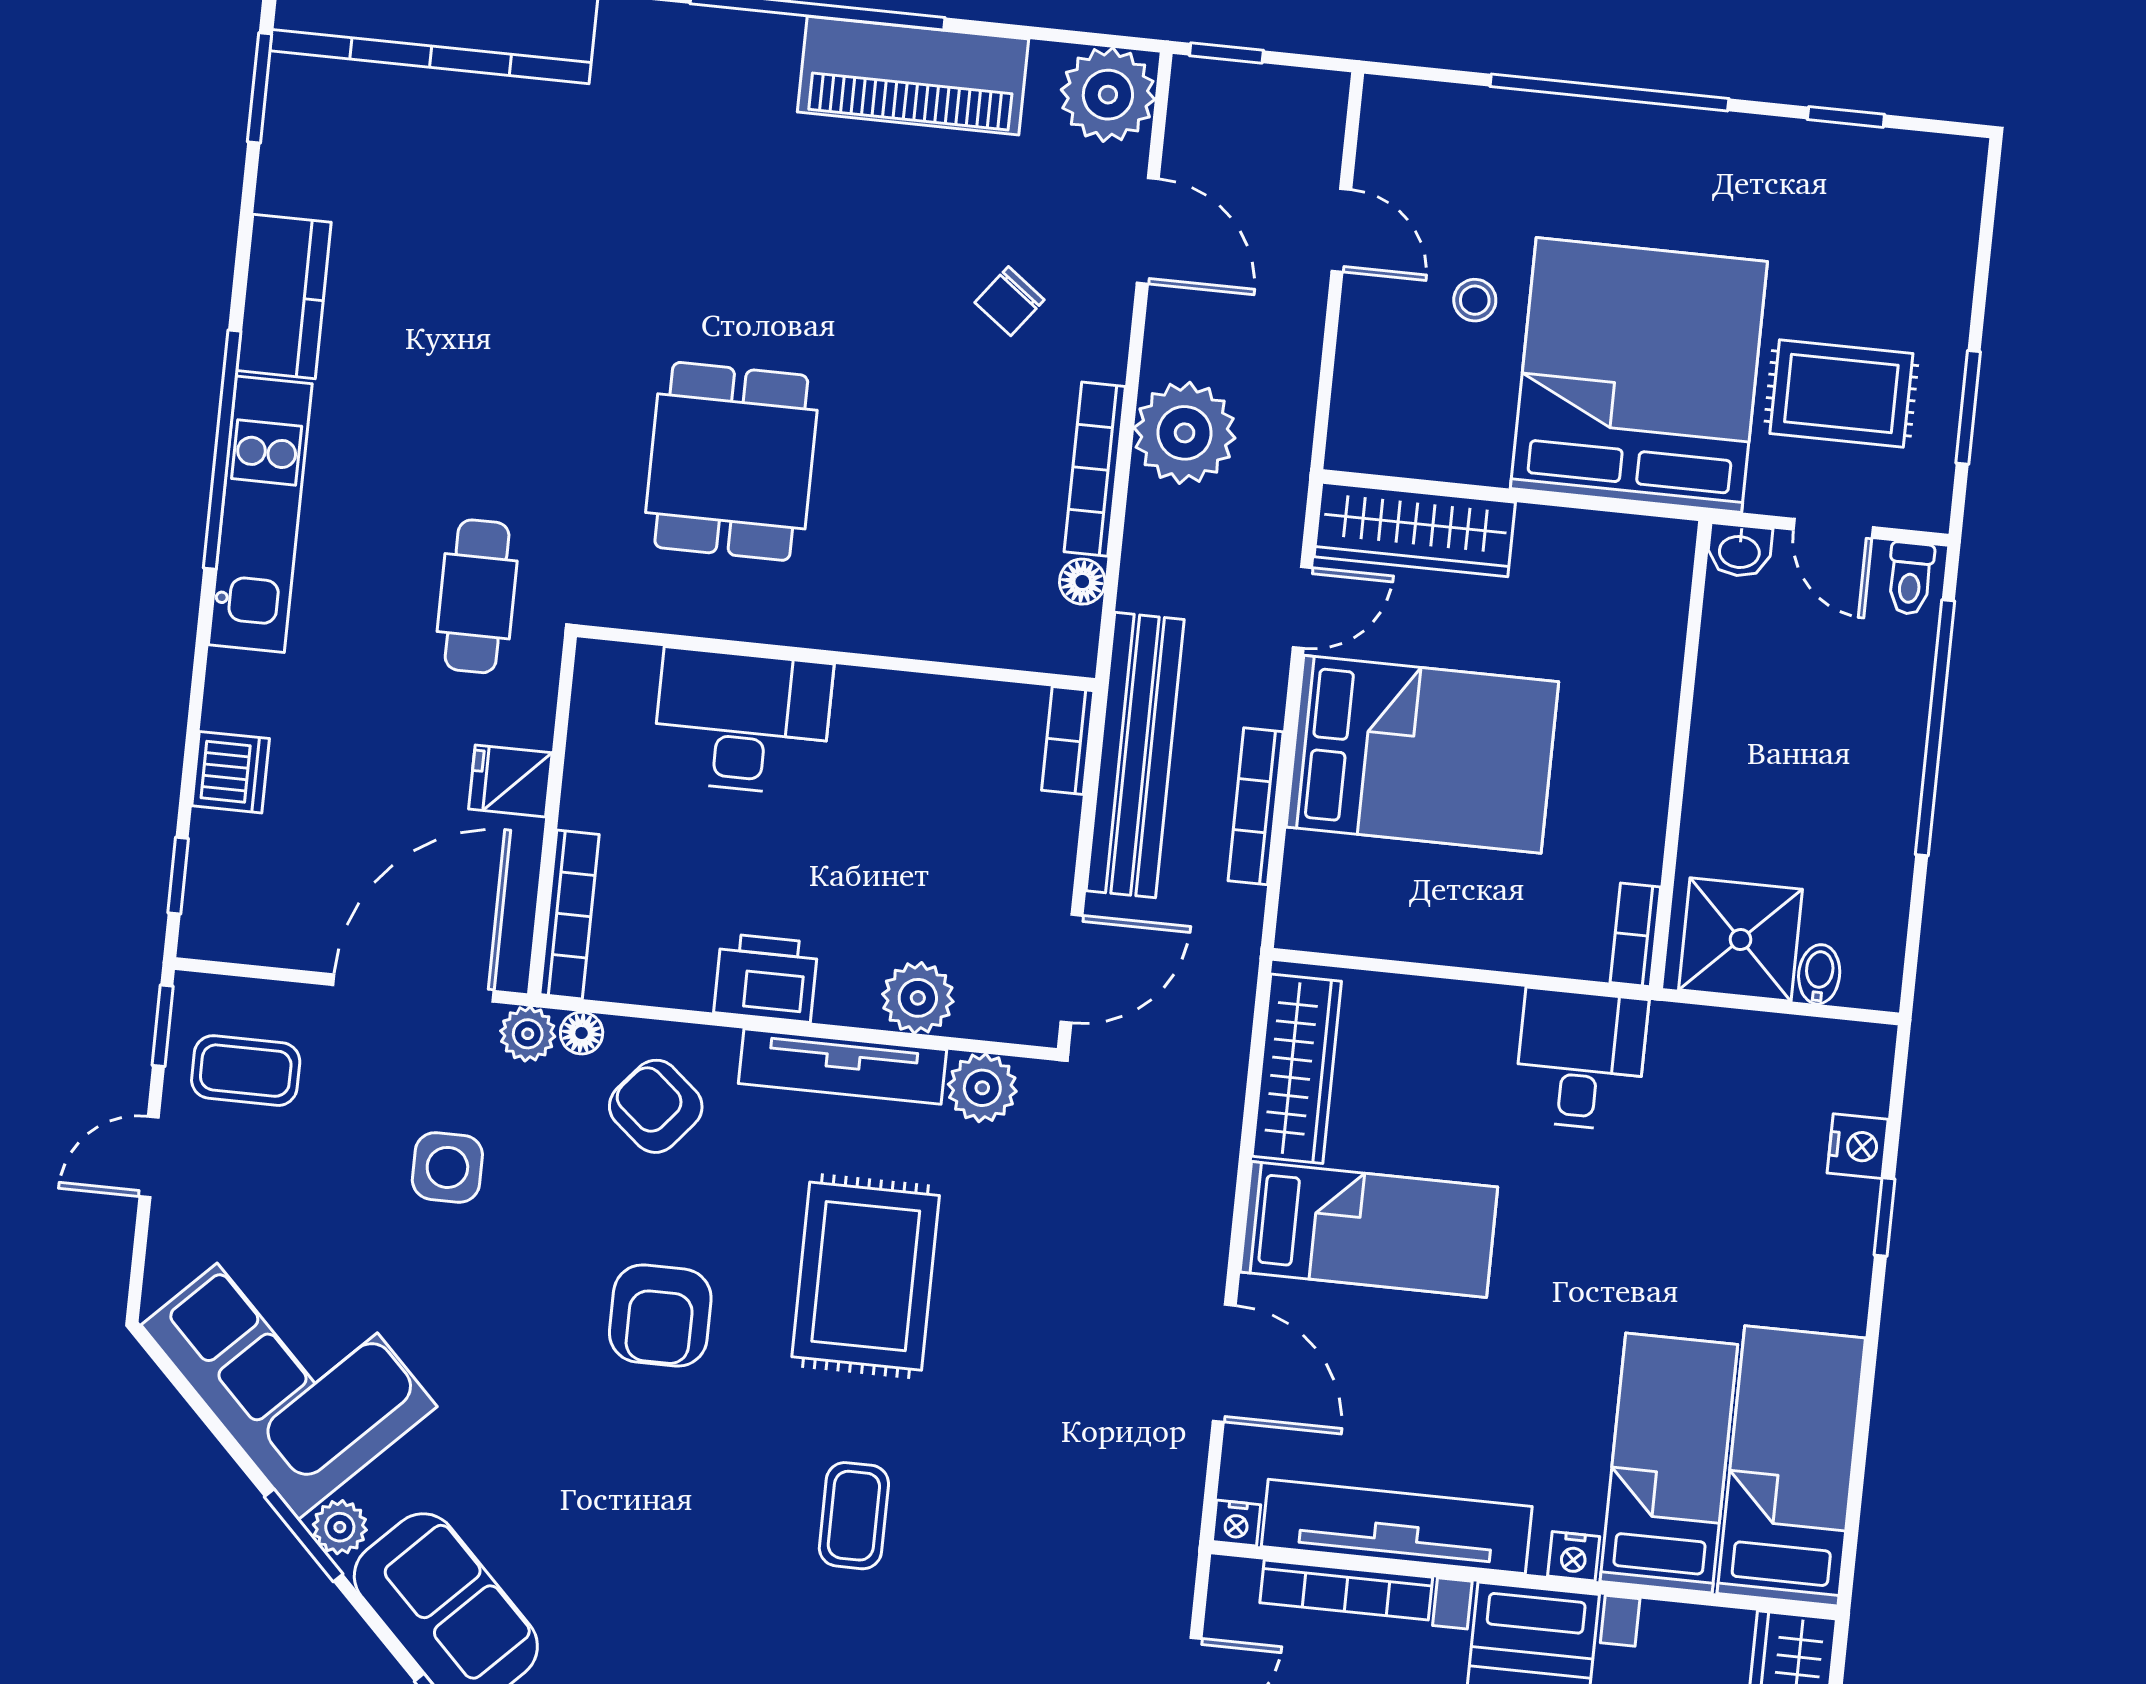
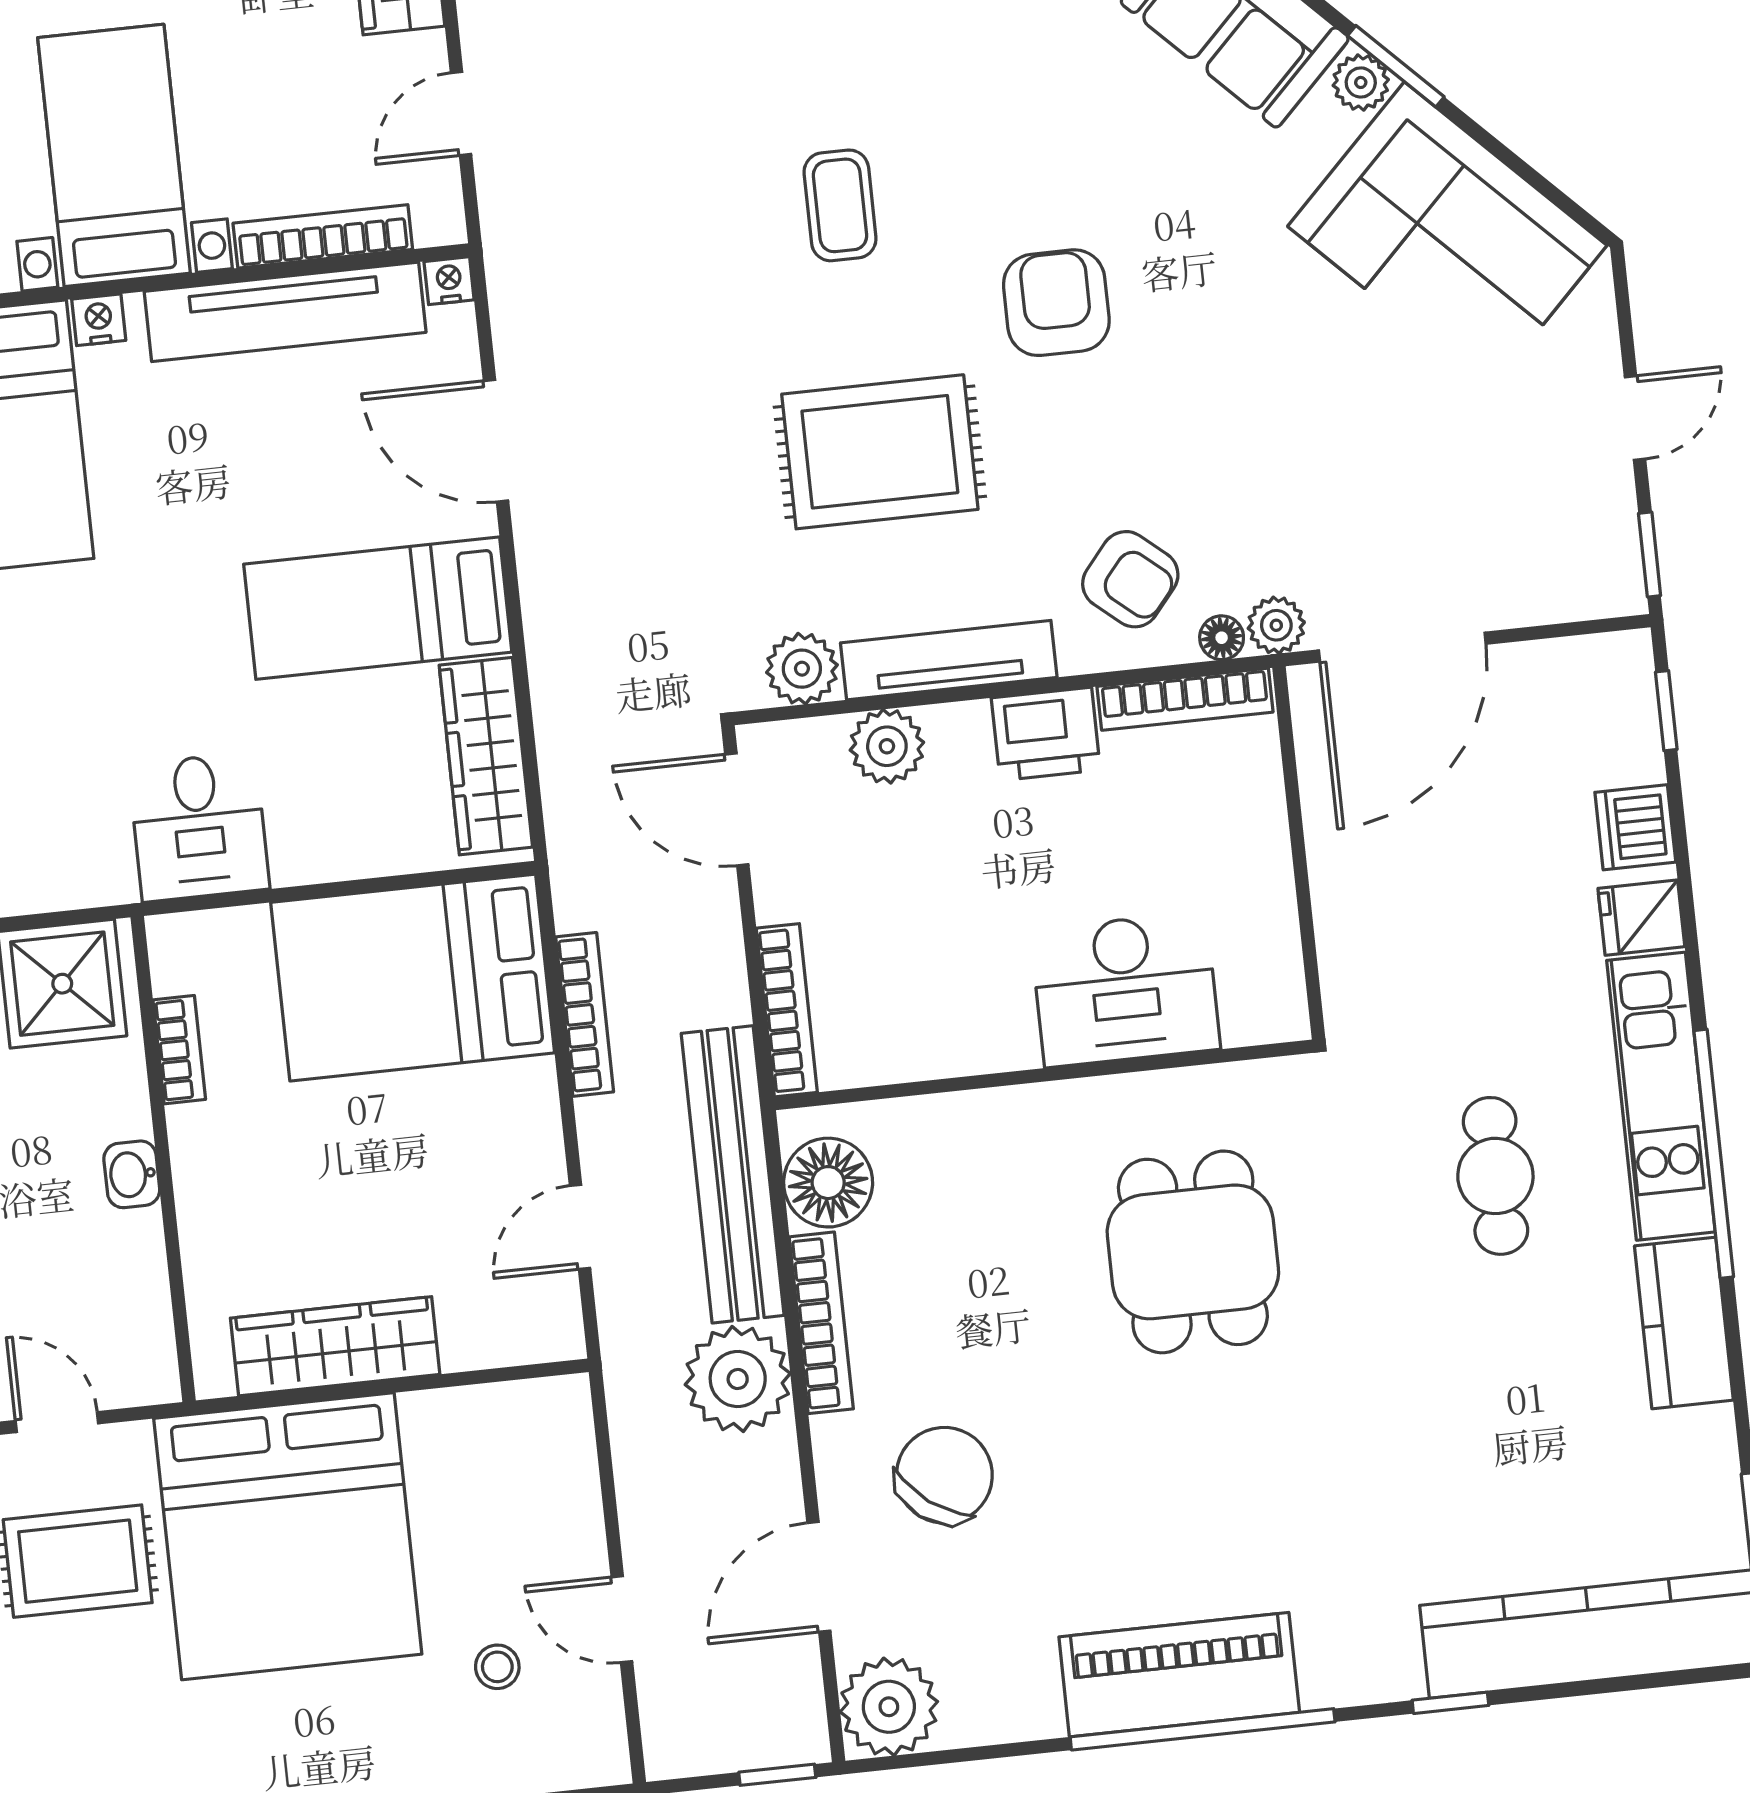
piano: (913, 76) -> (1179, 1675), moved
door: (1148, 231) -> (819, 1577), hinge flipped
stool: (1475, 300) -> (497, 1667), moved
chair: (1010, 301) -> (944, 1475), width x1.87, depth x1.87
wardrobe: (1415, 529) -> (335, 1346), moved
washbasin: (1739, 550) -> (132, 1174), moved, turned -90
floor lamp: (1082, 582) -> (828, 1183), width x1.89, depth x1.89
cafe table: (477, 596) -> (1495, 1176), moved
bookcase: (1068, 740) -> (787, 1010), width x1.56
bed: (1422, 754) -> (413, 978), moved
bench: (1135, 755) -> (733, 1174), moved
fridge: (510, 781) -> (1641, 918), moved, turned 180
bookcase: (570, 914) -> (1185, 699), moved, turned -90
bookcase: (1635, 935) -> (179, 1050), moved
door: (1072, 969) -> (737, 809), hinge flipped
coffee table: (246, 1071) -> (1555, 527), removed
side table: (447, 1167) -> (1329, 472), removed
rug: (866, 1276) -> (880, 452), turned 90
armchair: (660, 1316) -> (1056, 303), moved

